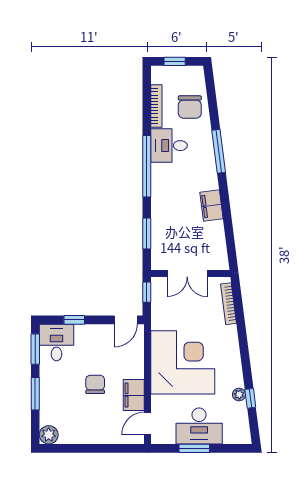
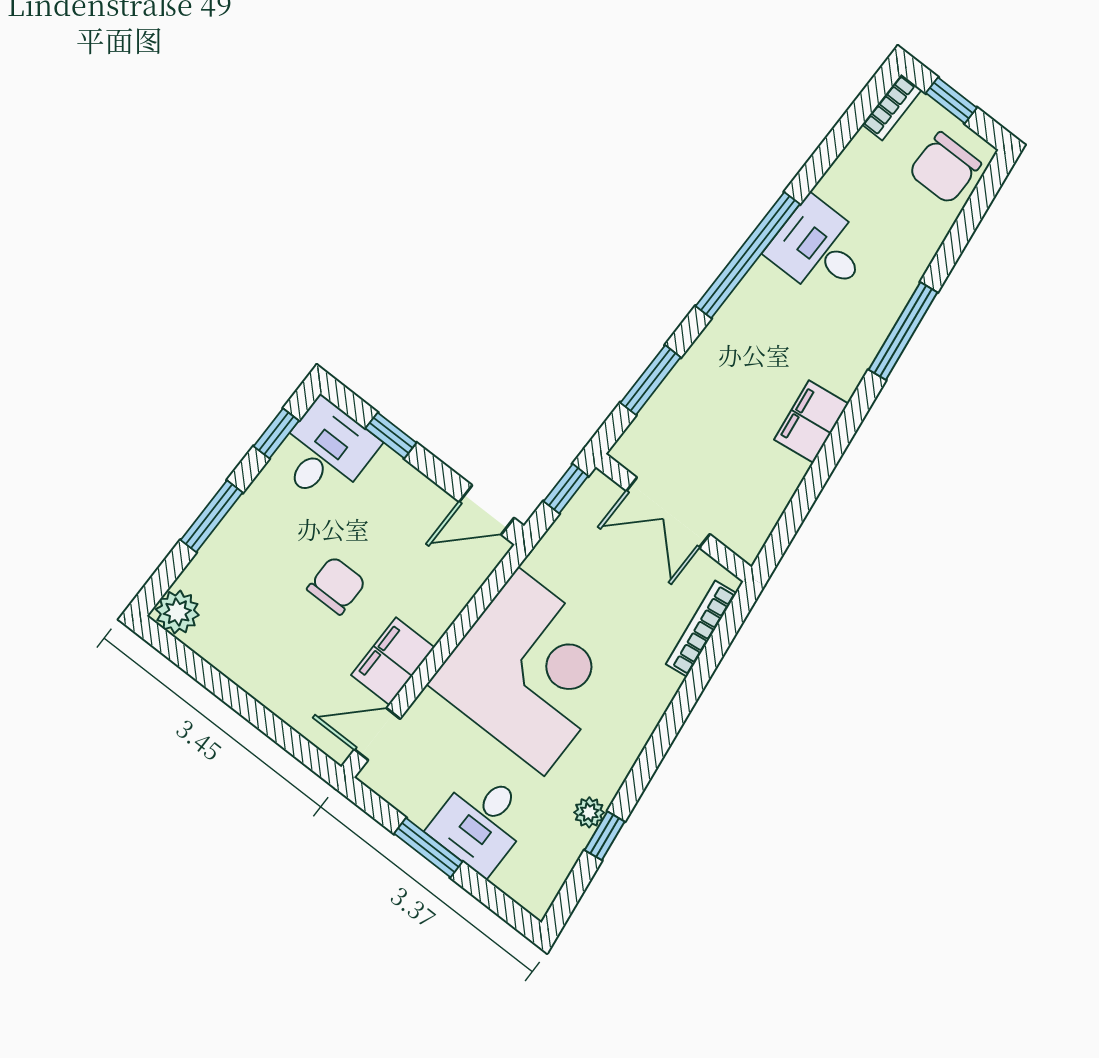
bookcase: (156, 106) -> (892, 107), moved, width x0.64
chair: (190, 107) -> (945, 168), moved
window: (35, 349) -> (276, 433), width x0.67
desk: (199, 426) -> (481, 822), width x0.73

